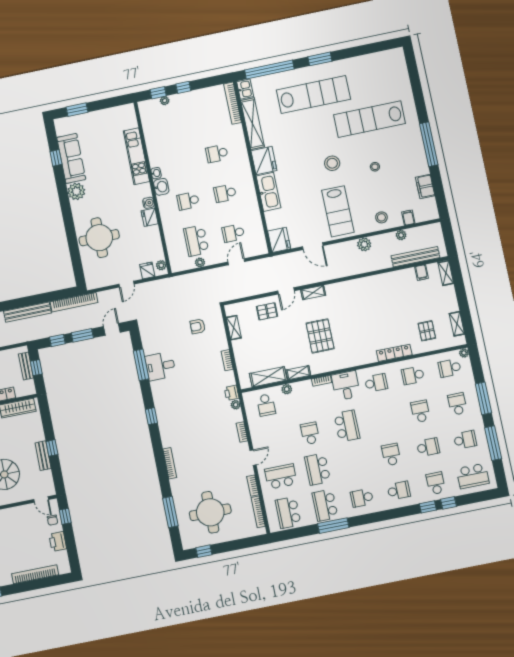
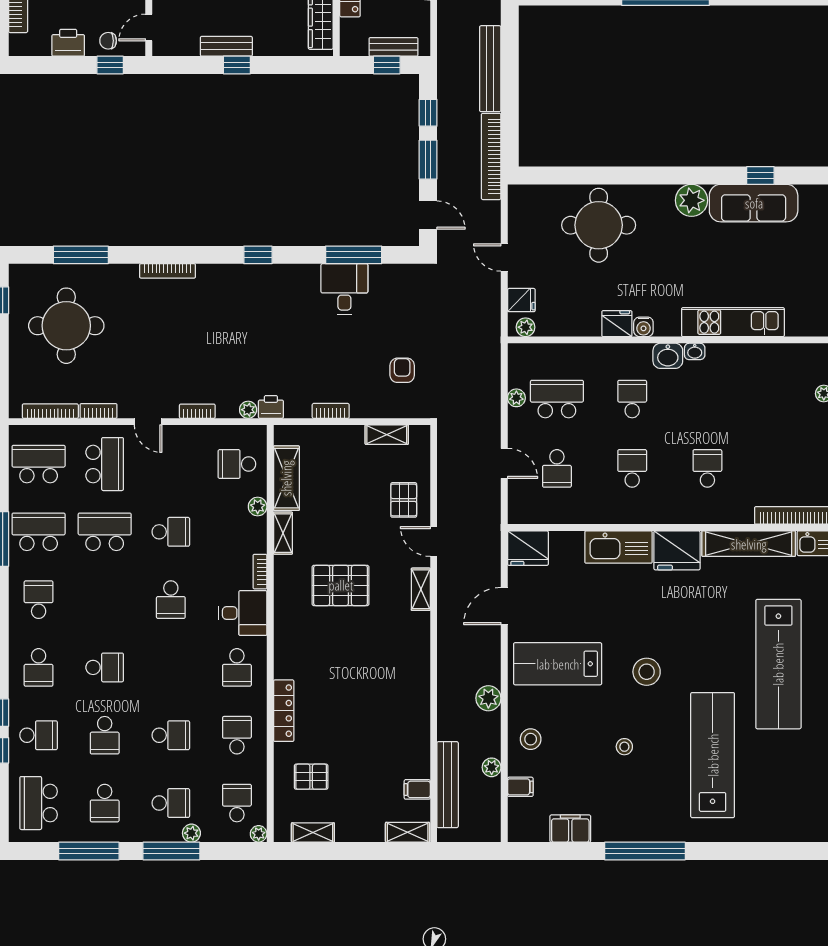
school desk: (233, 233) -> (557, 468), turned 180
plant: (471, 389) -> (191, 833), added
school desk: (347, 426) -> (171, 600), width x0.54

